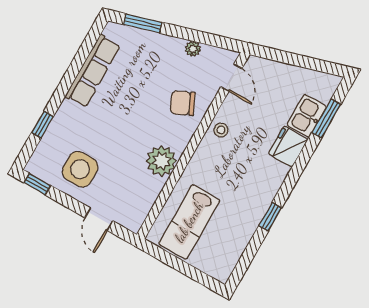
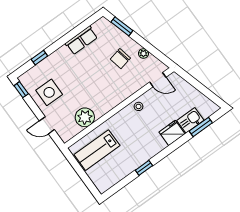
row of seats: (93, 71) -> (81, 40), width x0.68
door: (231, 78) -> (158, 80), hinge flipped
chair: (183, 103) -> (120, 59), moved, turned -77
plant: (161, 161) -> (85, 117), moved
door: (99, 219) -> (47, 125), hinge flipped

